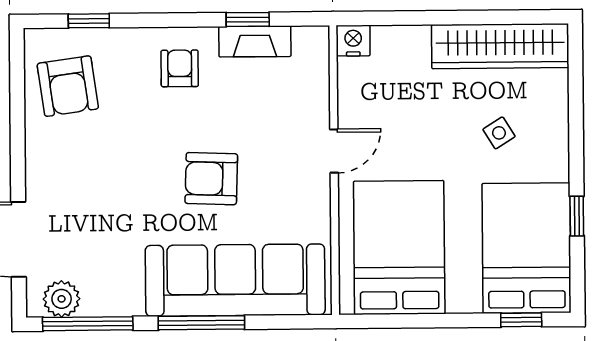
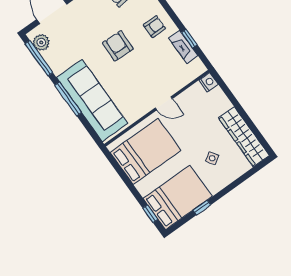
armchair: (211, 179) -> (118, 46), moved

